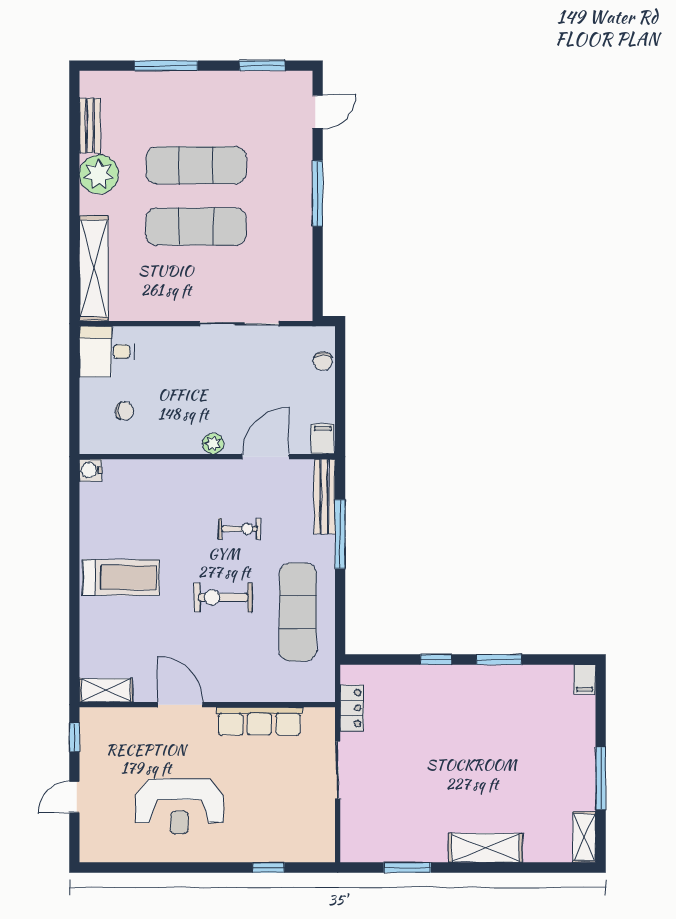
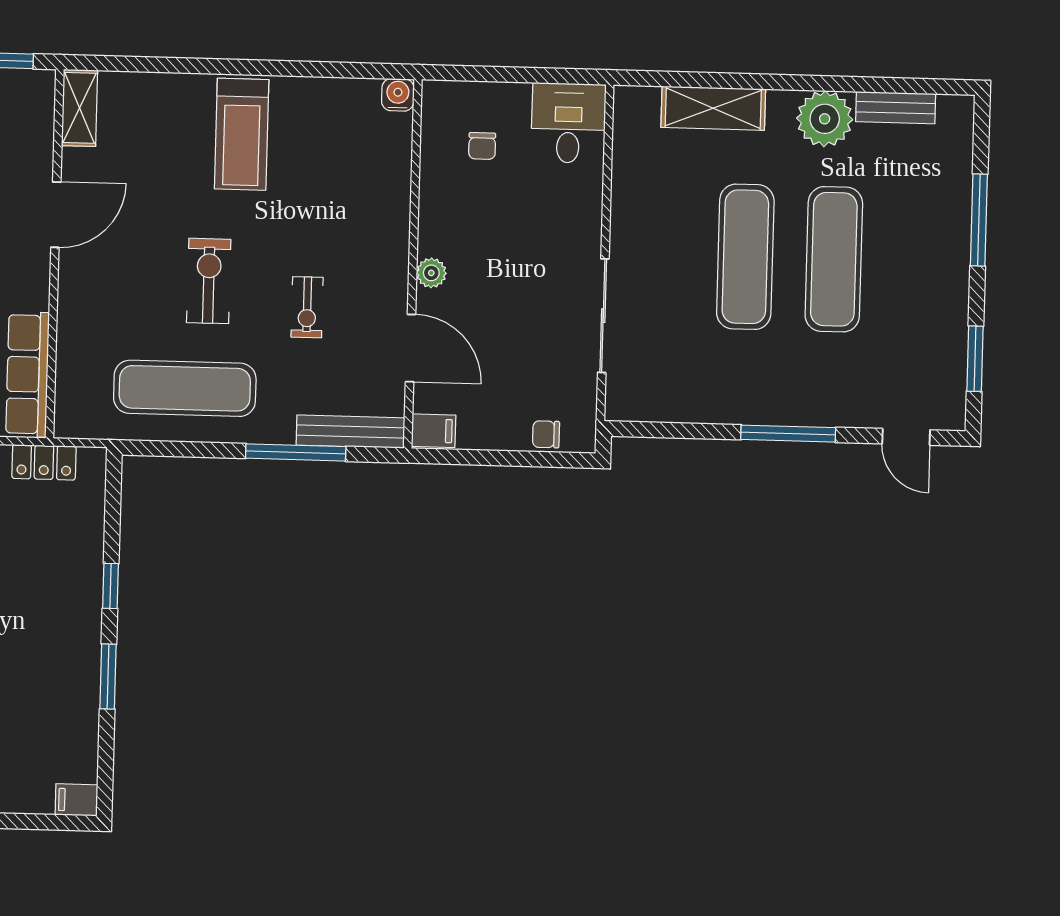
shelving: (94, 268) -> (713, 108), width x0.68
row of seats: (259, 721) -> (28, 374), moved

